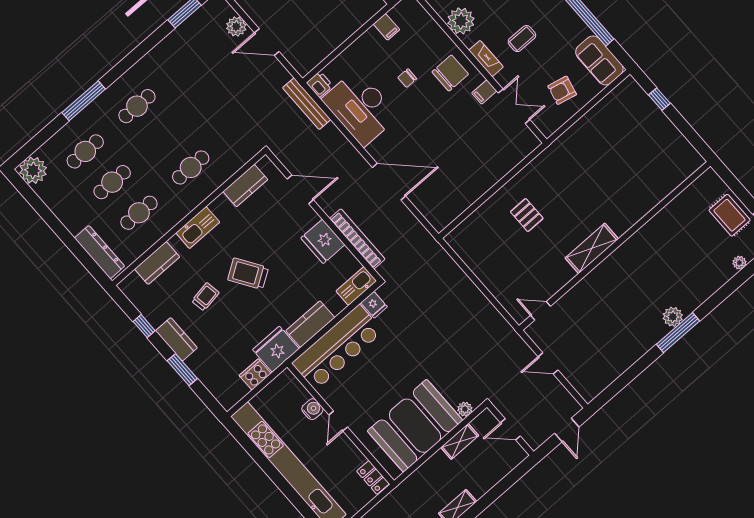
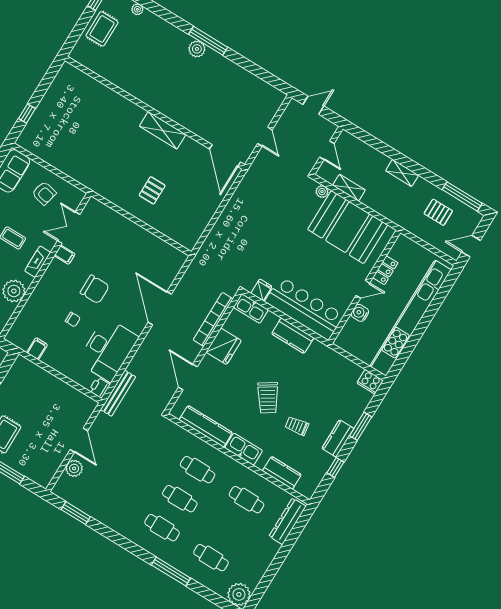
chair: (450, 73) -> (95, 289), moved, turned 180
cafe table: (112, 182) -> (180, 499), moved
kitchen counter: (245, 186) -> (206, 426), width x1.50
door: (541, 311) -> (225, 156), width x1.87
fridge: (276, 349) -> (321, 357), removed
cooker: (255, 374) -> (370, 382), moved
locker: (373, 477) -> (385, 270), moved

